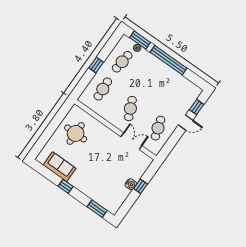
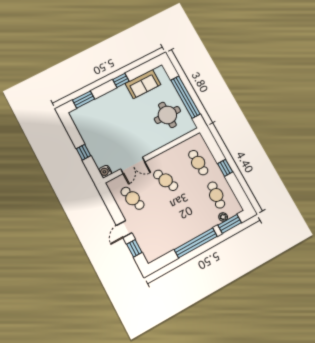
window: (53, 126) -> (185, 97), added
water cooler: (131, 184) -> (105, 171), moved

